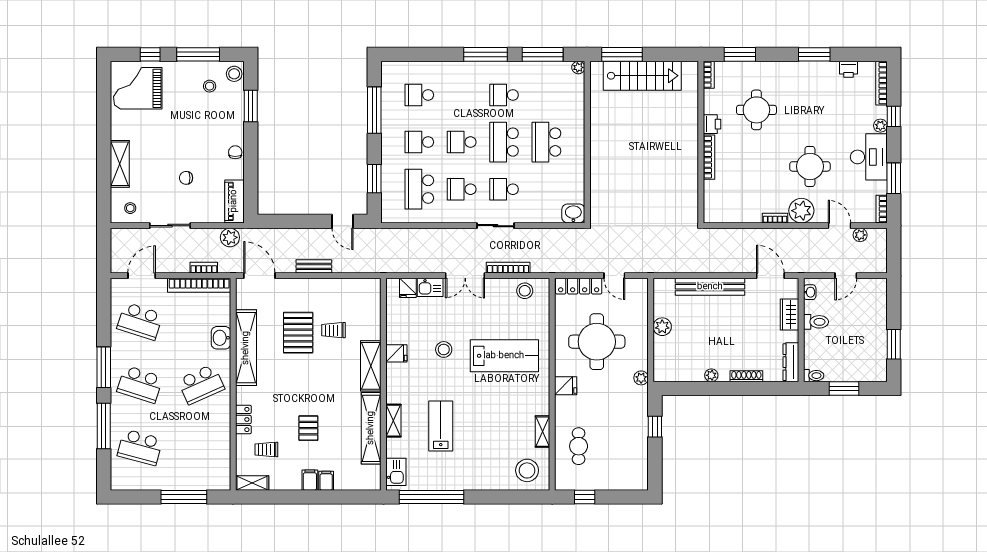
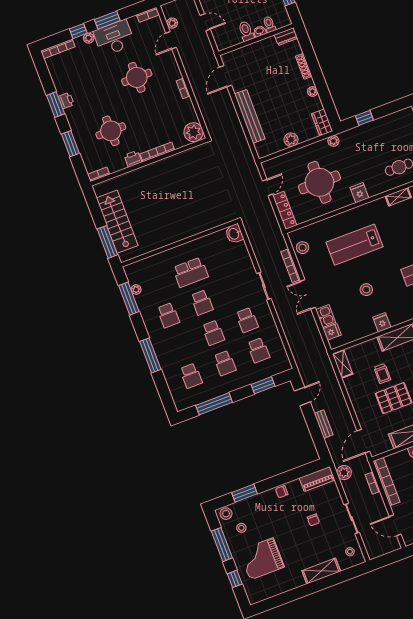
window: (485, 54) -> (150, 355), moved
window: (740, 54) -> (70, 144), moved
plant: (578, 67) -> (136, 290), moved
printer: (848, 69) -> (66, 101), moved
grand piano: (138, 88) -> (262, 559), moved, turned 90
school desk: (504, 142) -> (202, 302), width x0.54
window: (894, 178) -> (107, 20), moved
school desk: (419, 189) -> (258, 350), width x0.54
school desk: (504, 189) -> (236, 290), removed
plant: (801, 211) -> (193, 132), moved
bench: (314, 266) -> (324, 424), moved
double door: (465, 276) -> (308, 294), swing flipped
shelving: (364, 286) -> (343, 364), added
washbasin: (810, 292) -> (260, 31), moved
wardrobe: (789, 315) -> (322, 122), moved, turned 90
lab bench: (504, 356) -> (354, 245), turned -90
dresser: (791, 362) -> (286, 37), width x0.70
toilet: (814, 376) -> (269, 24), moved

